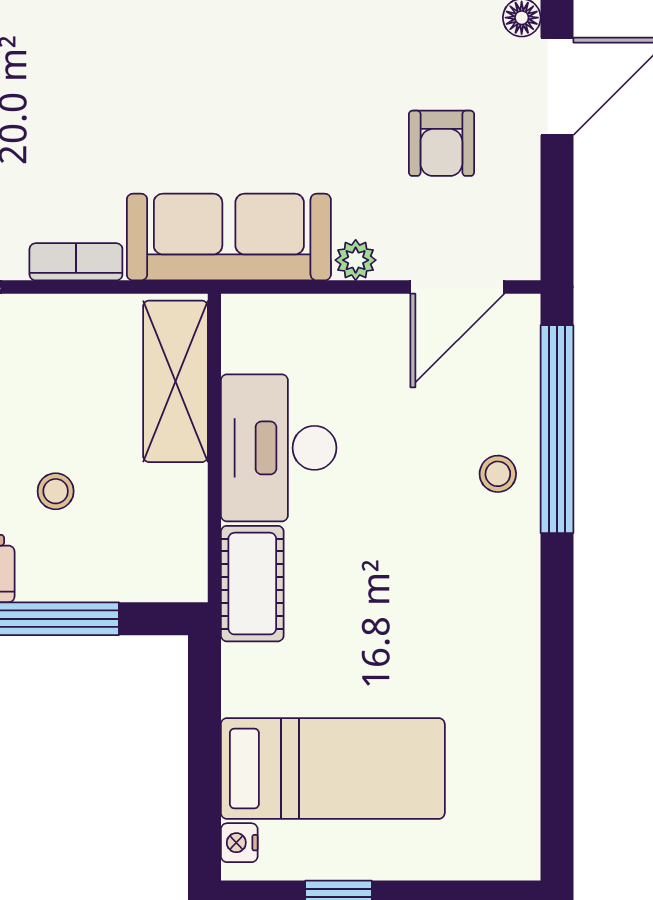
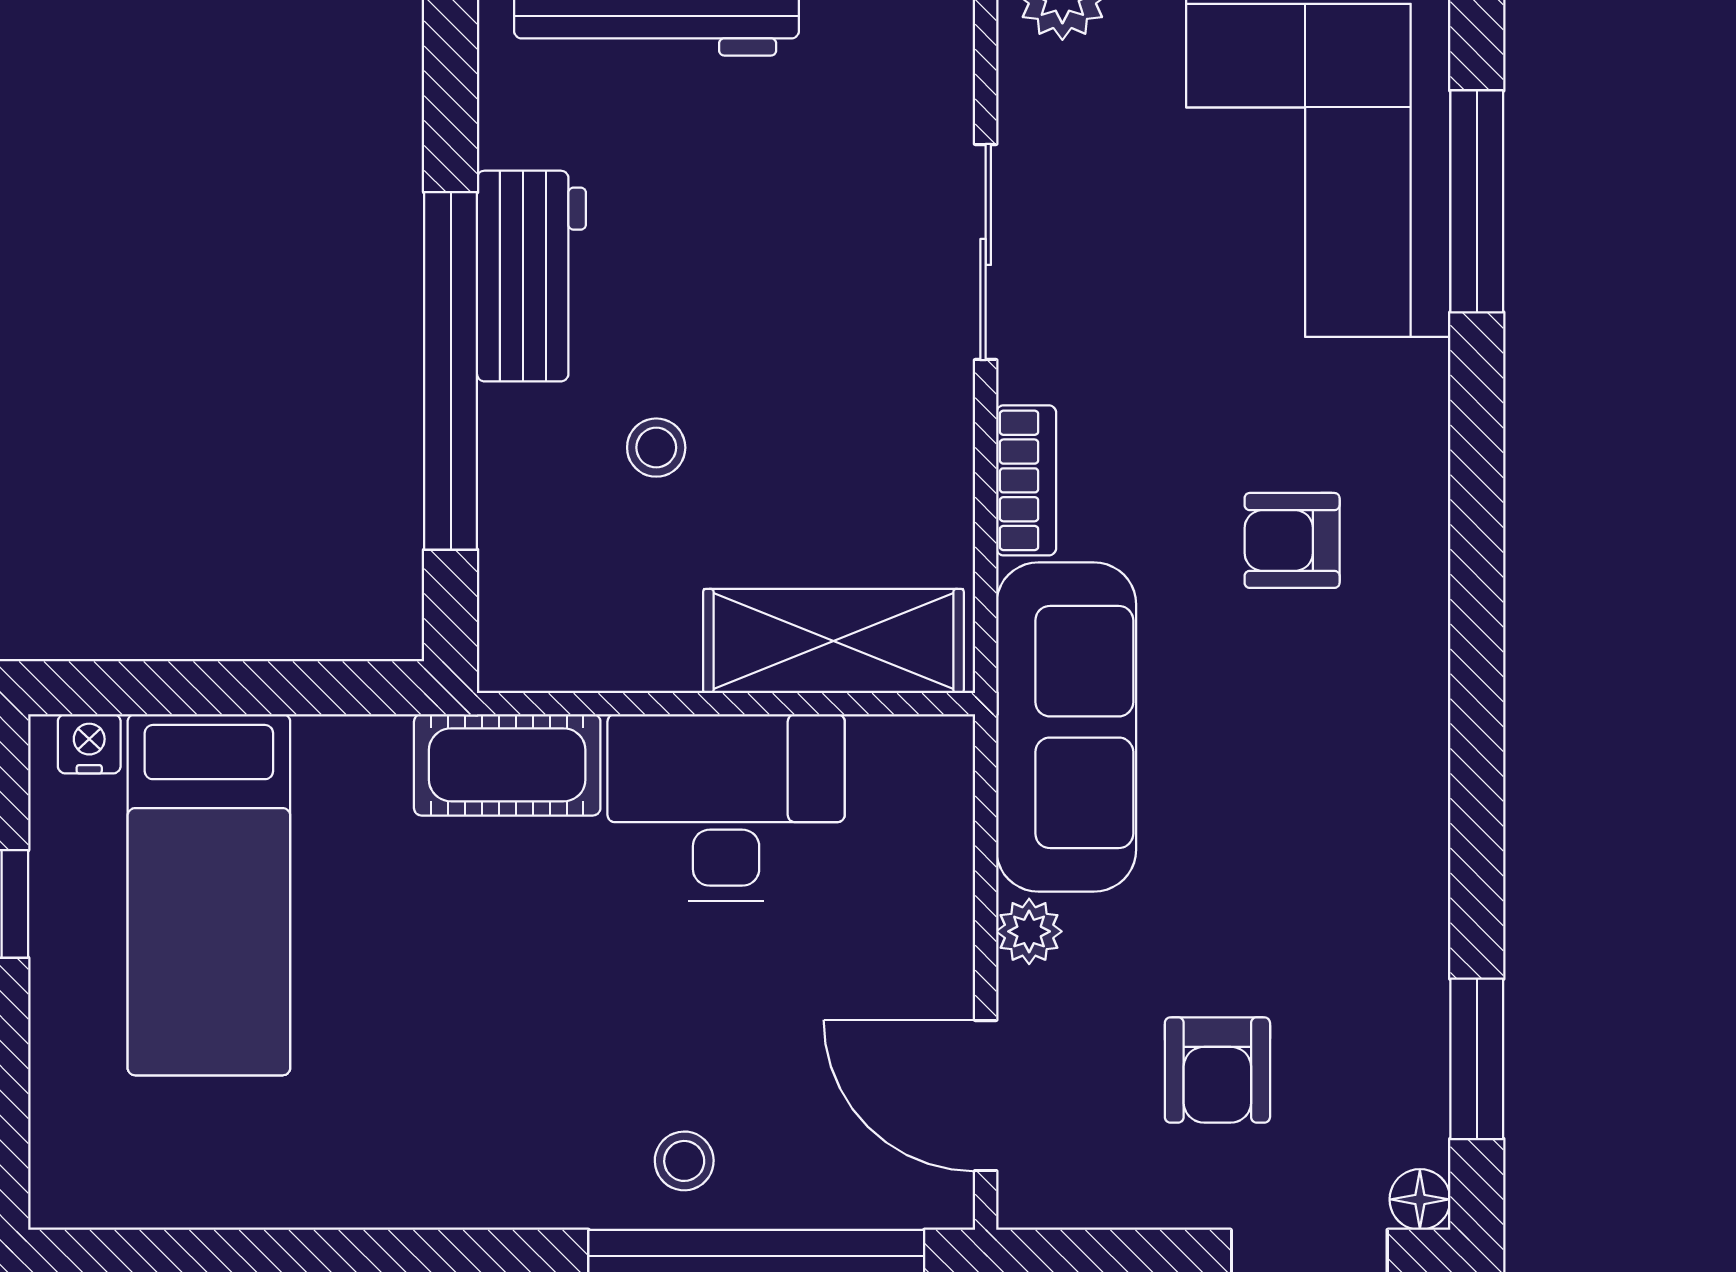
armchair: (113, 97) -> (1292, 540), added
armchair: (441, 143) -> (1217, 1070), turned -90

